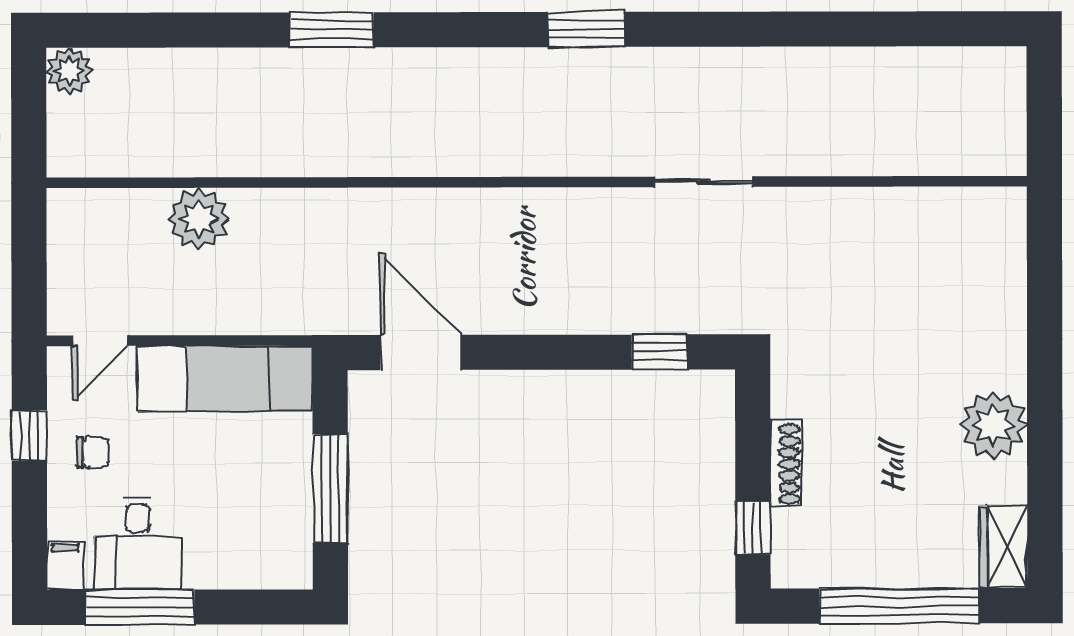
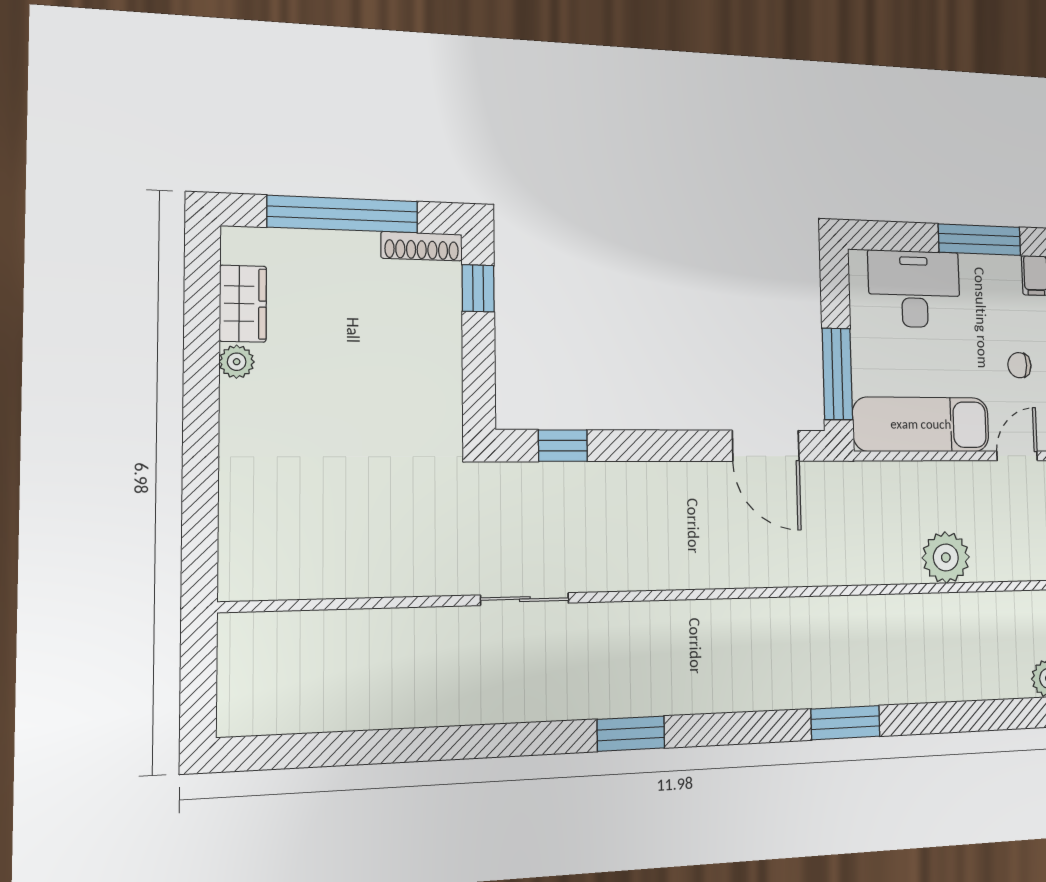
plant: (993, 425) -> (237, 362), width x0.53, depth x0.53
shoe rack: (785, 464) -> (422, 246), moved, turned -90
window: (330, 489) -> (837, 374), moved
desk: (138, 543) -> (914, 289), moved, width x1.37
wardrobe: (1003, 547) -> (243, 304), moved

